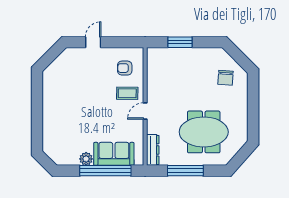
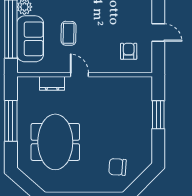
door: (93, 42) -> (158, 32), moved
coffee table: (127, 93) -> (69, 33), moved
dresser: (153, 150) -> (52, 83), moved, width x0.70

